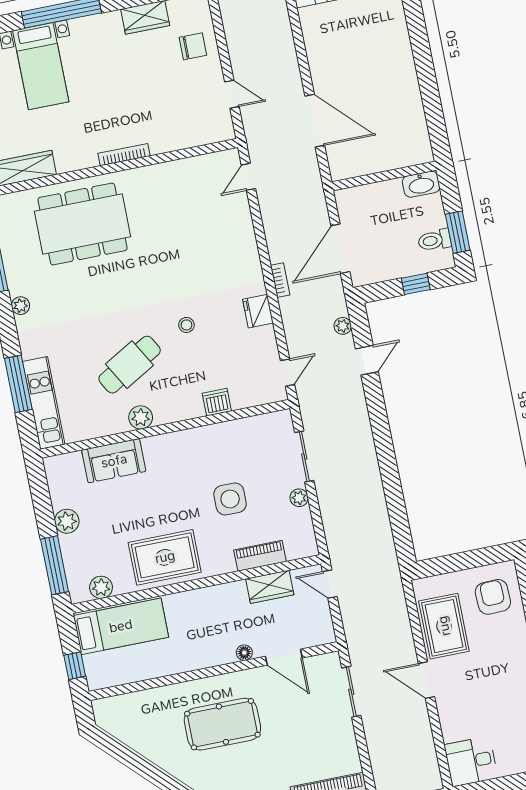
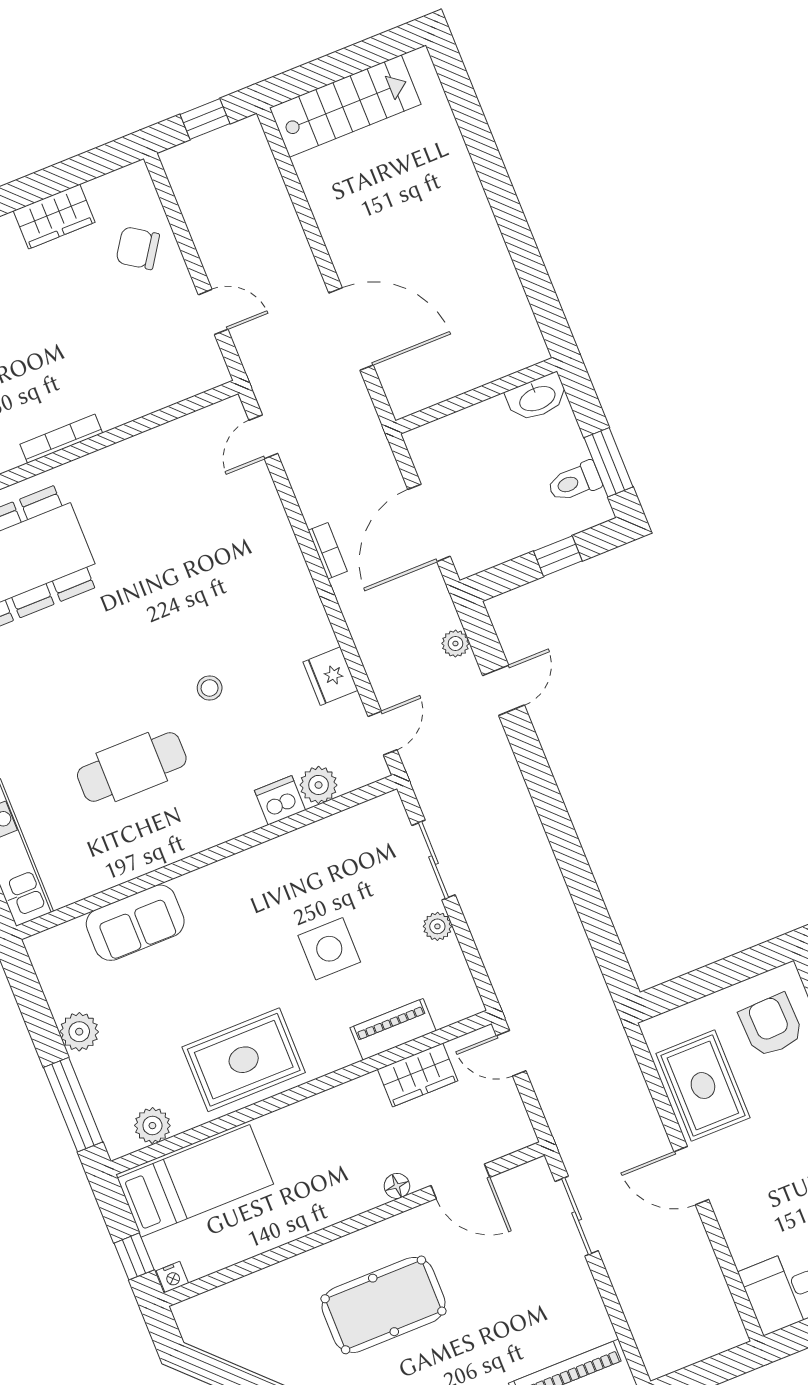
chair: (193, 46) -> (138, 248), turned -146
bookcase: (280, 280) -> (328, 551), moved
fridge: (258, 311) -> (330, 676), moved
cafe table: (130, 365) -> (132, 767), turned 30
plant: (141, 417) -> (319, 785), moved
nightstand: (96, 683) -> (172, 1277), added

